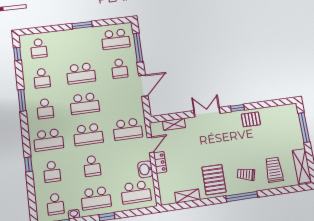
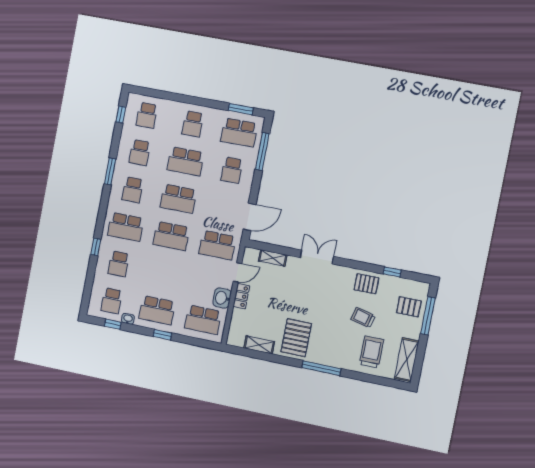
window: (82, 25) -> (241, 109), moved
door: (143, 86) -> (250, 217), moved
window: (237, 108) -> (392, 272), moved
pallet: (288, 126) -> (409, 307), added
school desk: (92, 166) -> (193, 124), moved
trolley: (246, 174) -> (363, 317), moved

